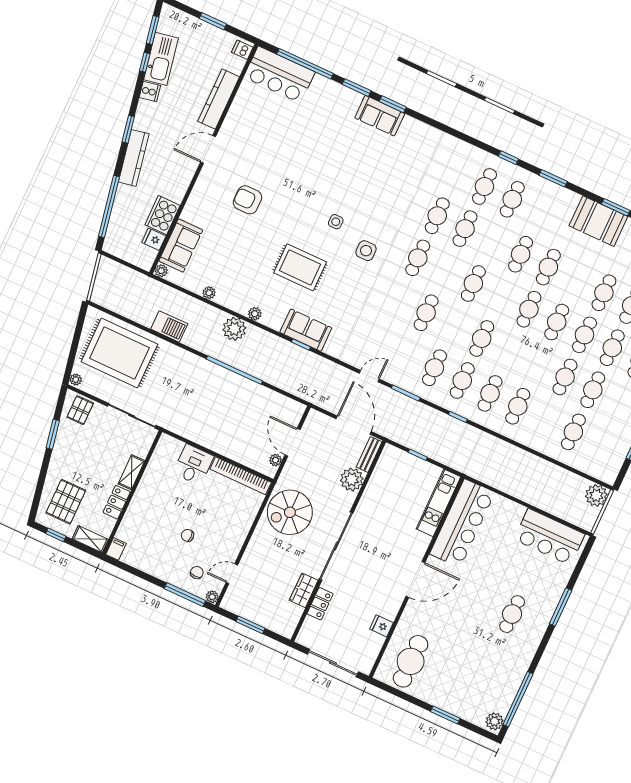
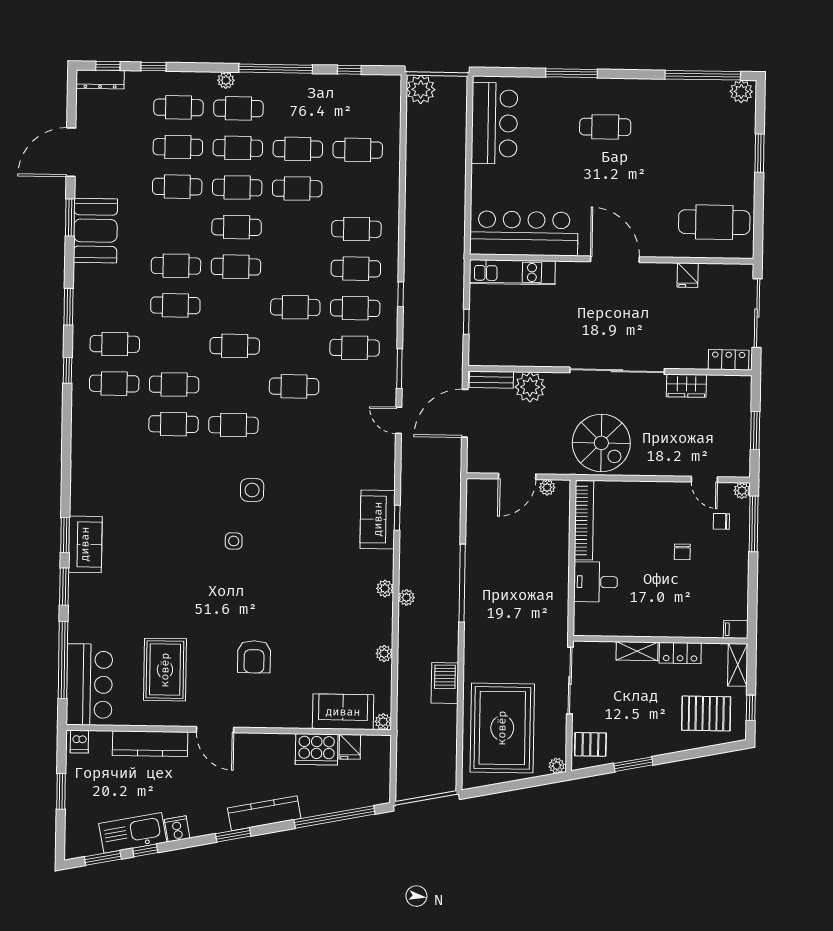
rug: (300, 267) -> (165, 670), moved
plant: (234, 329) -> (406, 597), width x0.53, depth x0.53
locker: (320, 604) -> (729, 360), moved

